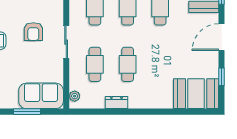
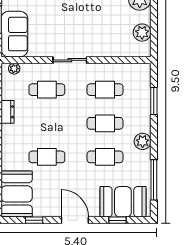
armchair: (33, 32) -> (81, 26), removed
cafe table: (128, 64) -> (47, 157), moved

